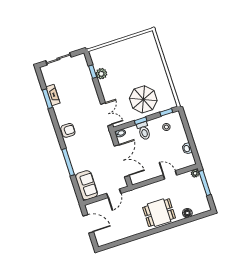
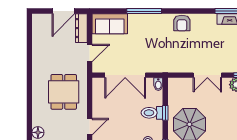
double door: (107, 114) -> (207, 75), moved
door: (114, 193) -> (90, 53), swing flipped
dresser: (97, 206) -> (81, 28), added
dining table: (159, 213) -> (64, 92), moved

